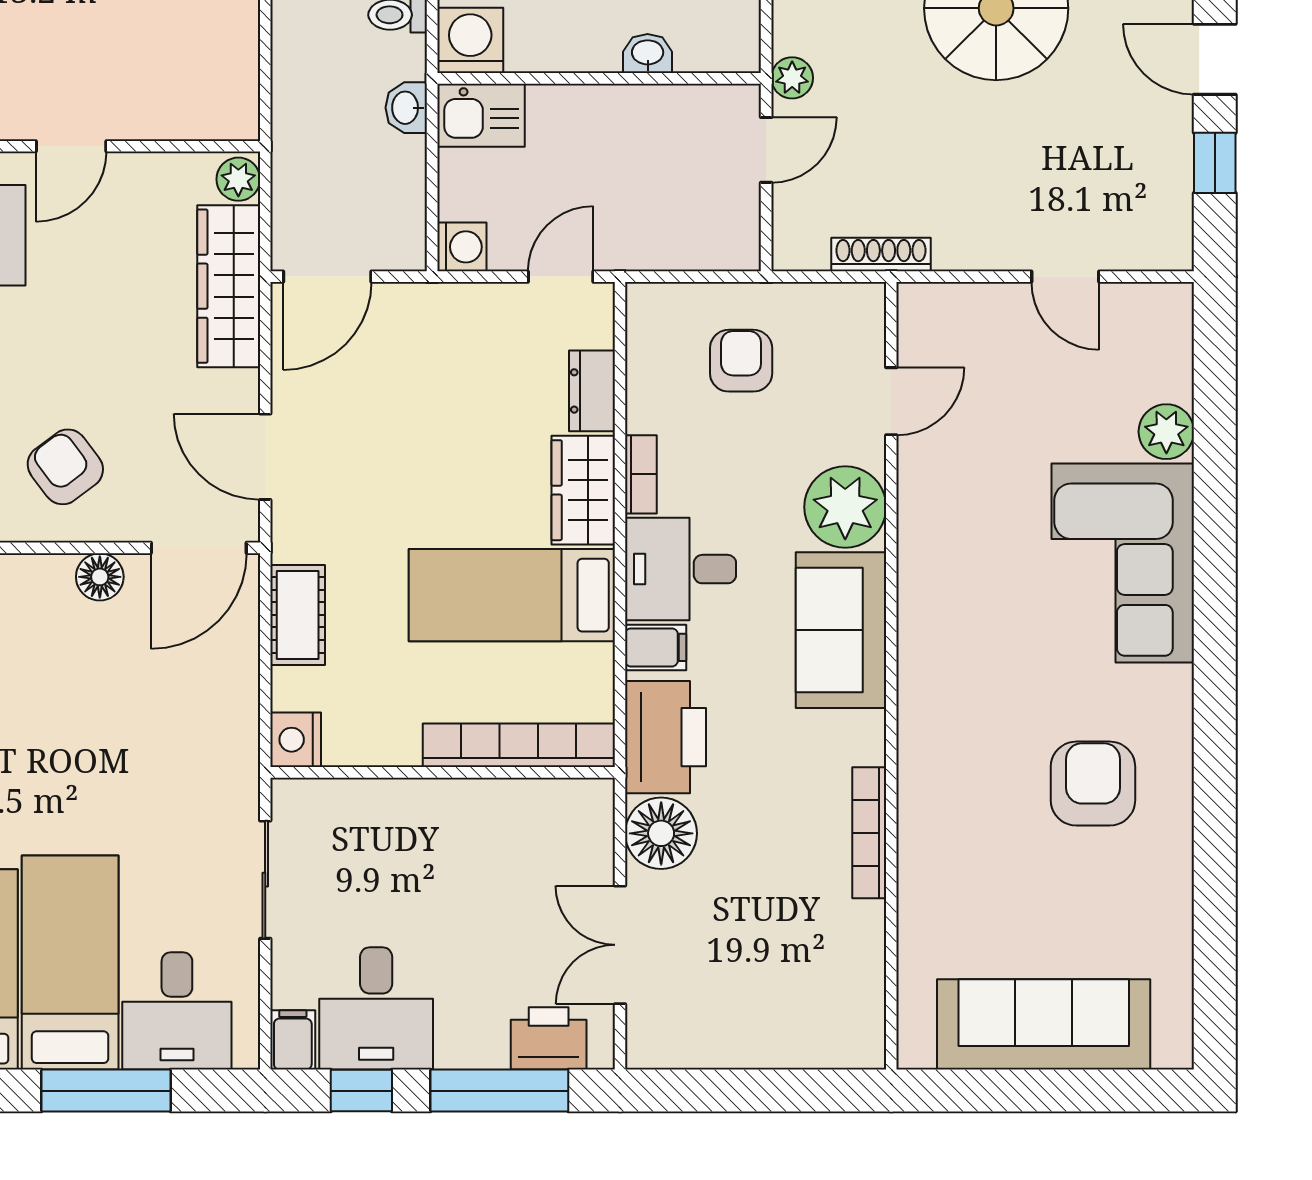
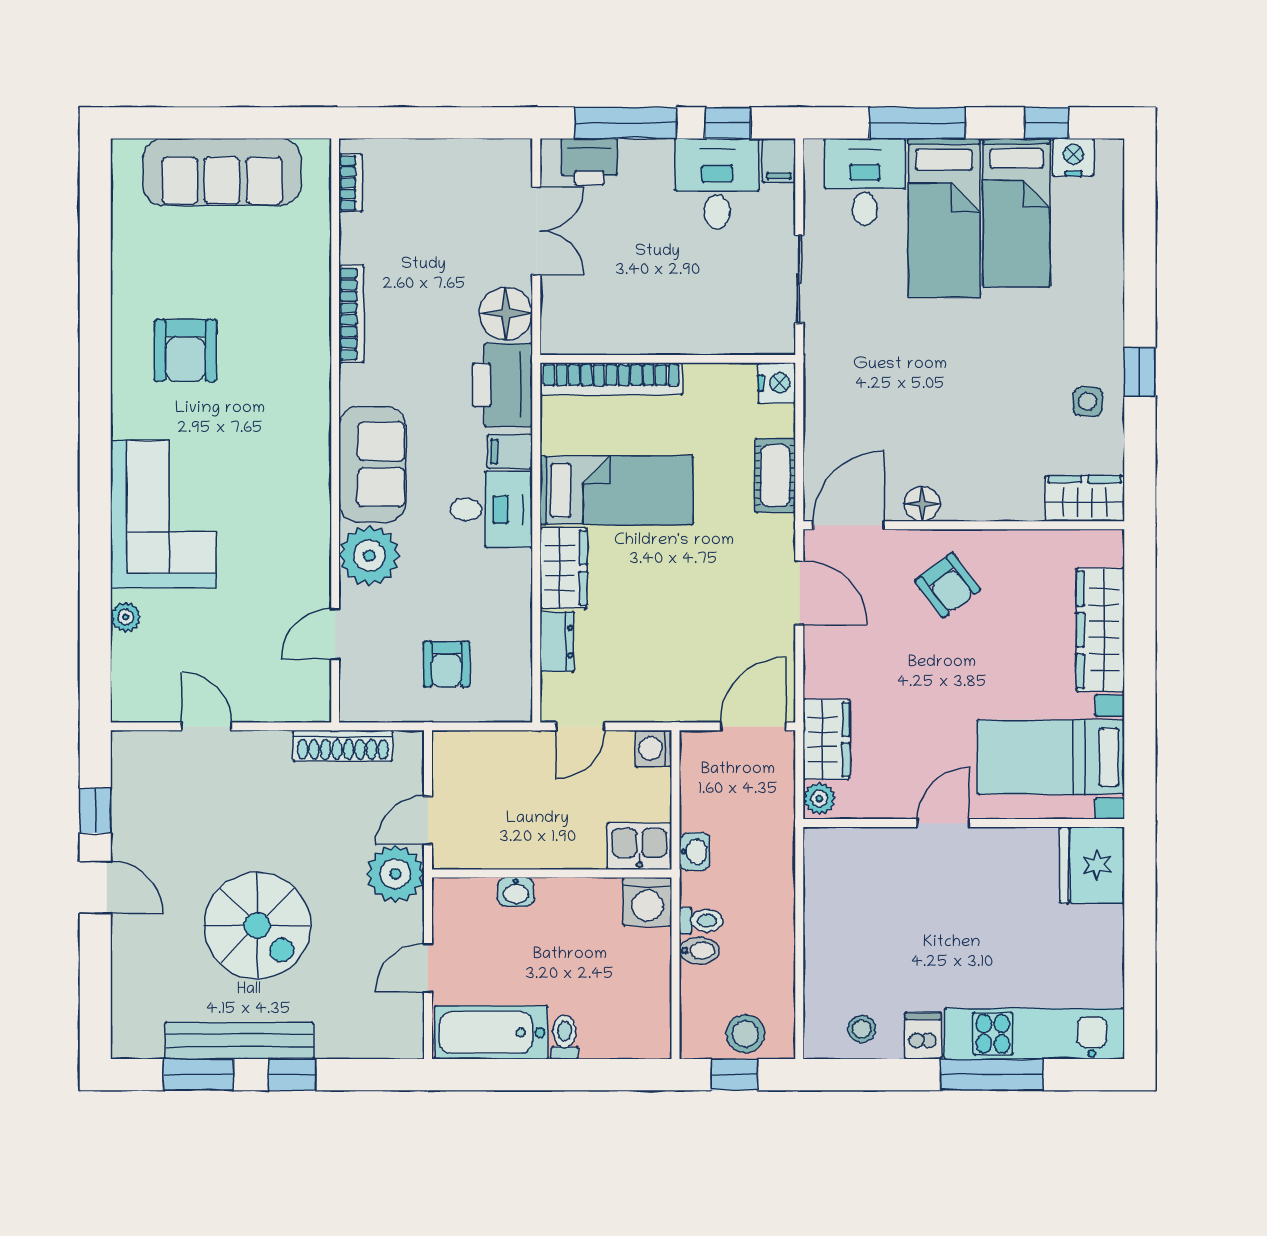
plant: (792, 78) -> (395, 874), width x1.88, depth x1.88
shoe rack: (881, 255) -> (343, 746), width x1.36, depth x1.24
wardrobe: (229, 286) -> (826, 739), width x0.67
plant: (1166, 432) -> (126, 617), width x0.73, depth x0.73
bookcase: (641, 474) -> (351, 183), moved, turned 180

